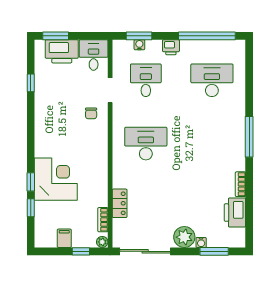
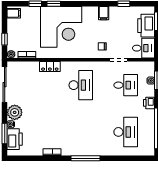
filing cabinet: (44, 111) -> (104, 13), added
corner desk: (56, 179) -> (61, 27), width x1.36, depth x1.36
locker: (120, 203) -> (50, 67), moved
printer: (235, 213) -> (15, 139), moved, turned 90
filing cabinet: (64, 238) -> (14, 13), moved

